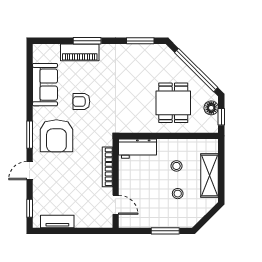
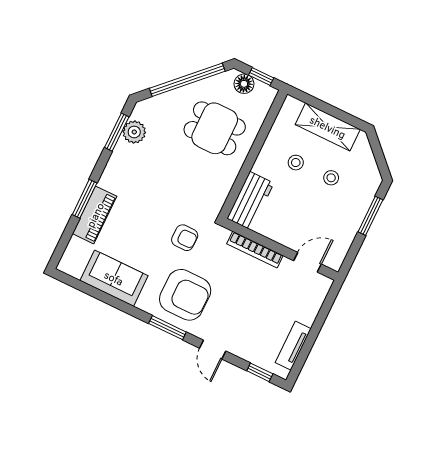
plant: (146, 52) -> (134, 132), added
armchair: (81, 101) -> (185, 238), moved, turned -90

